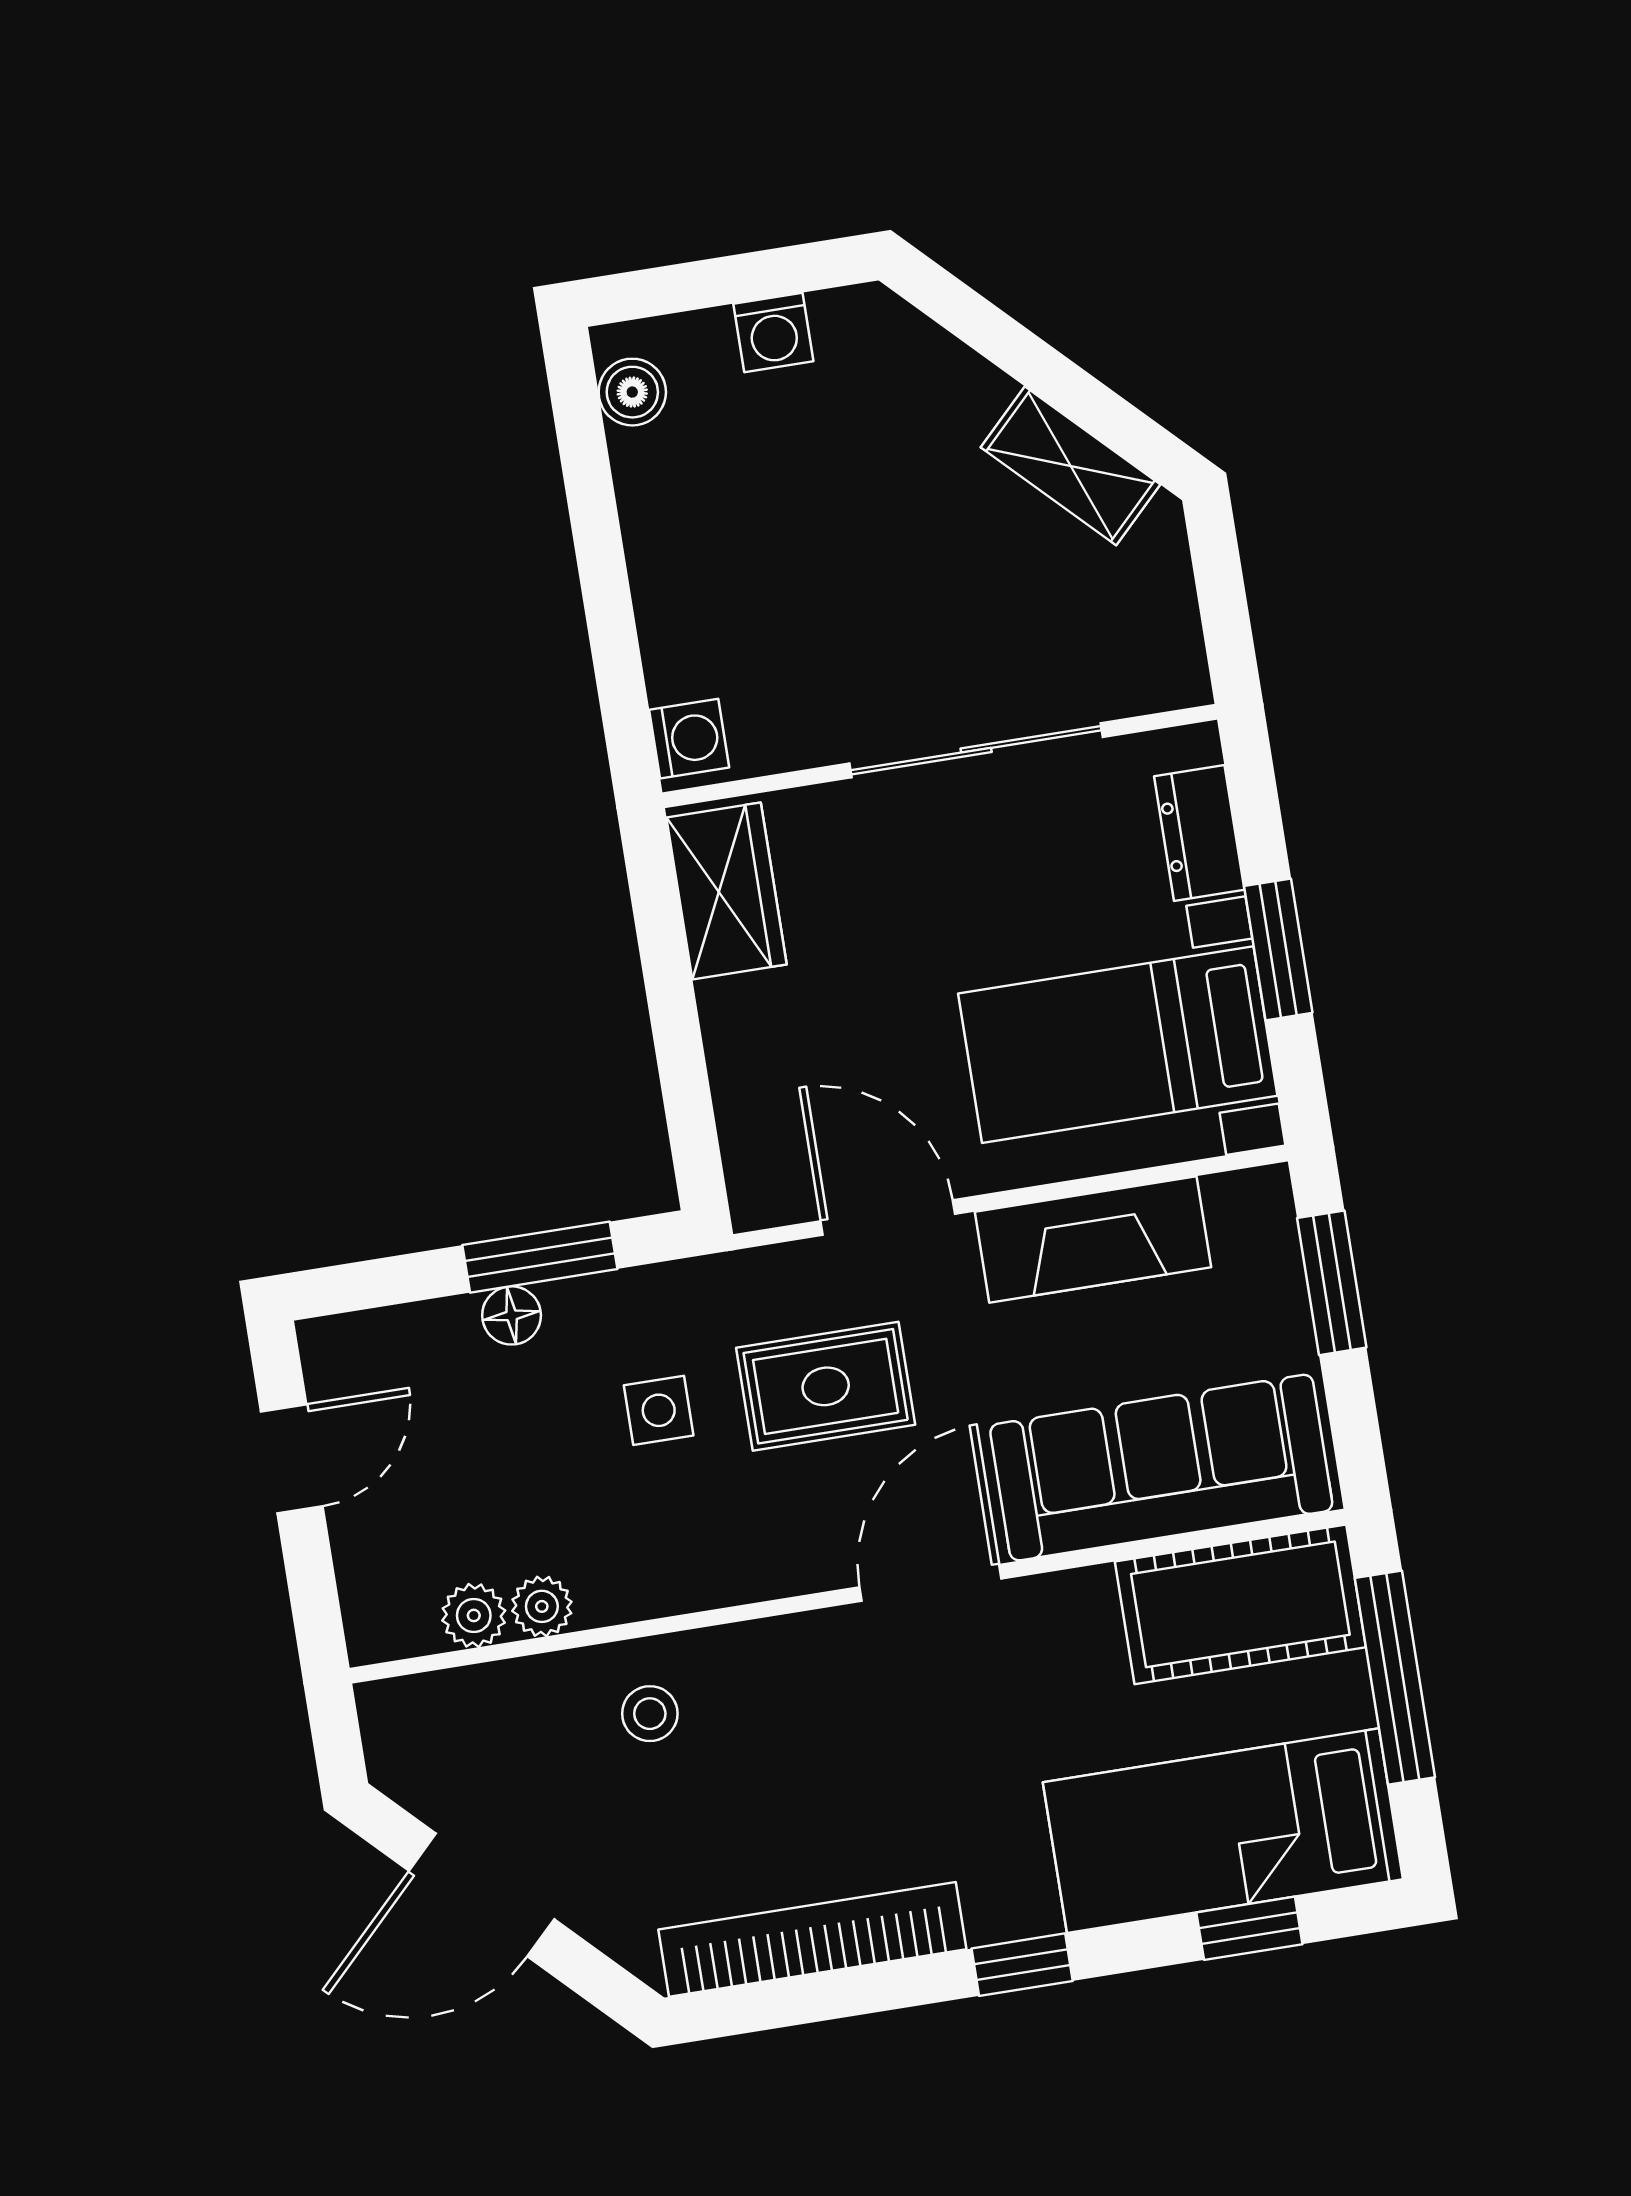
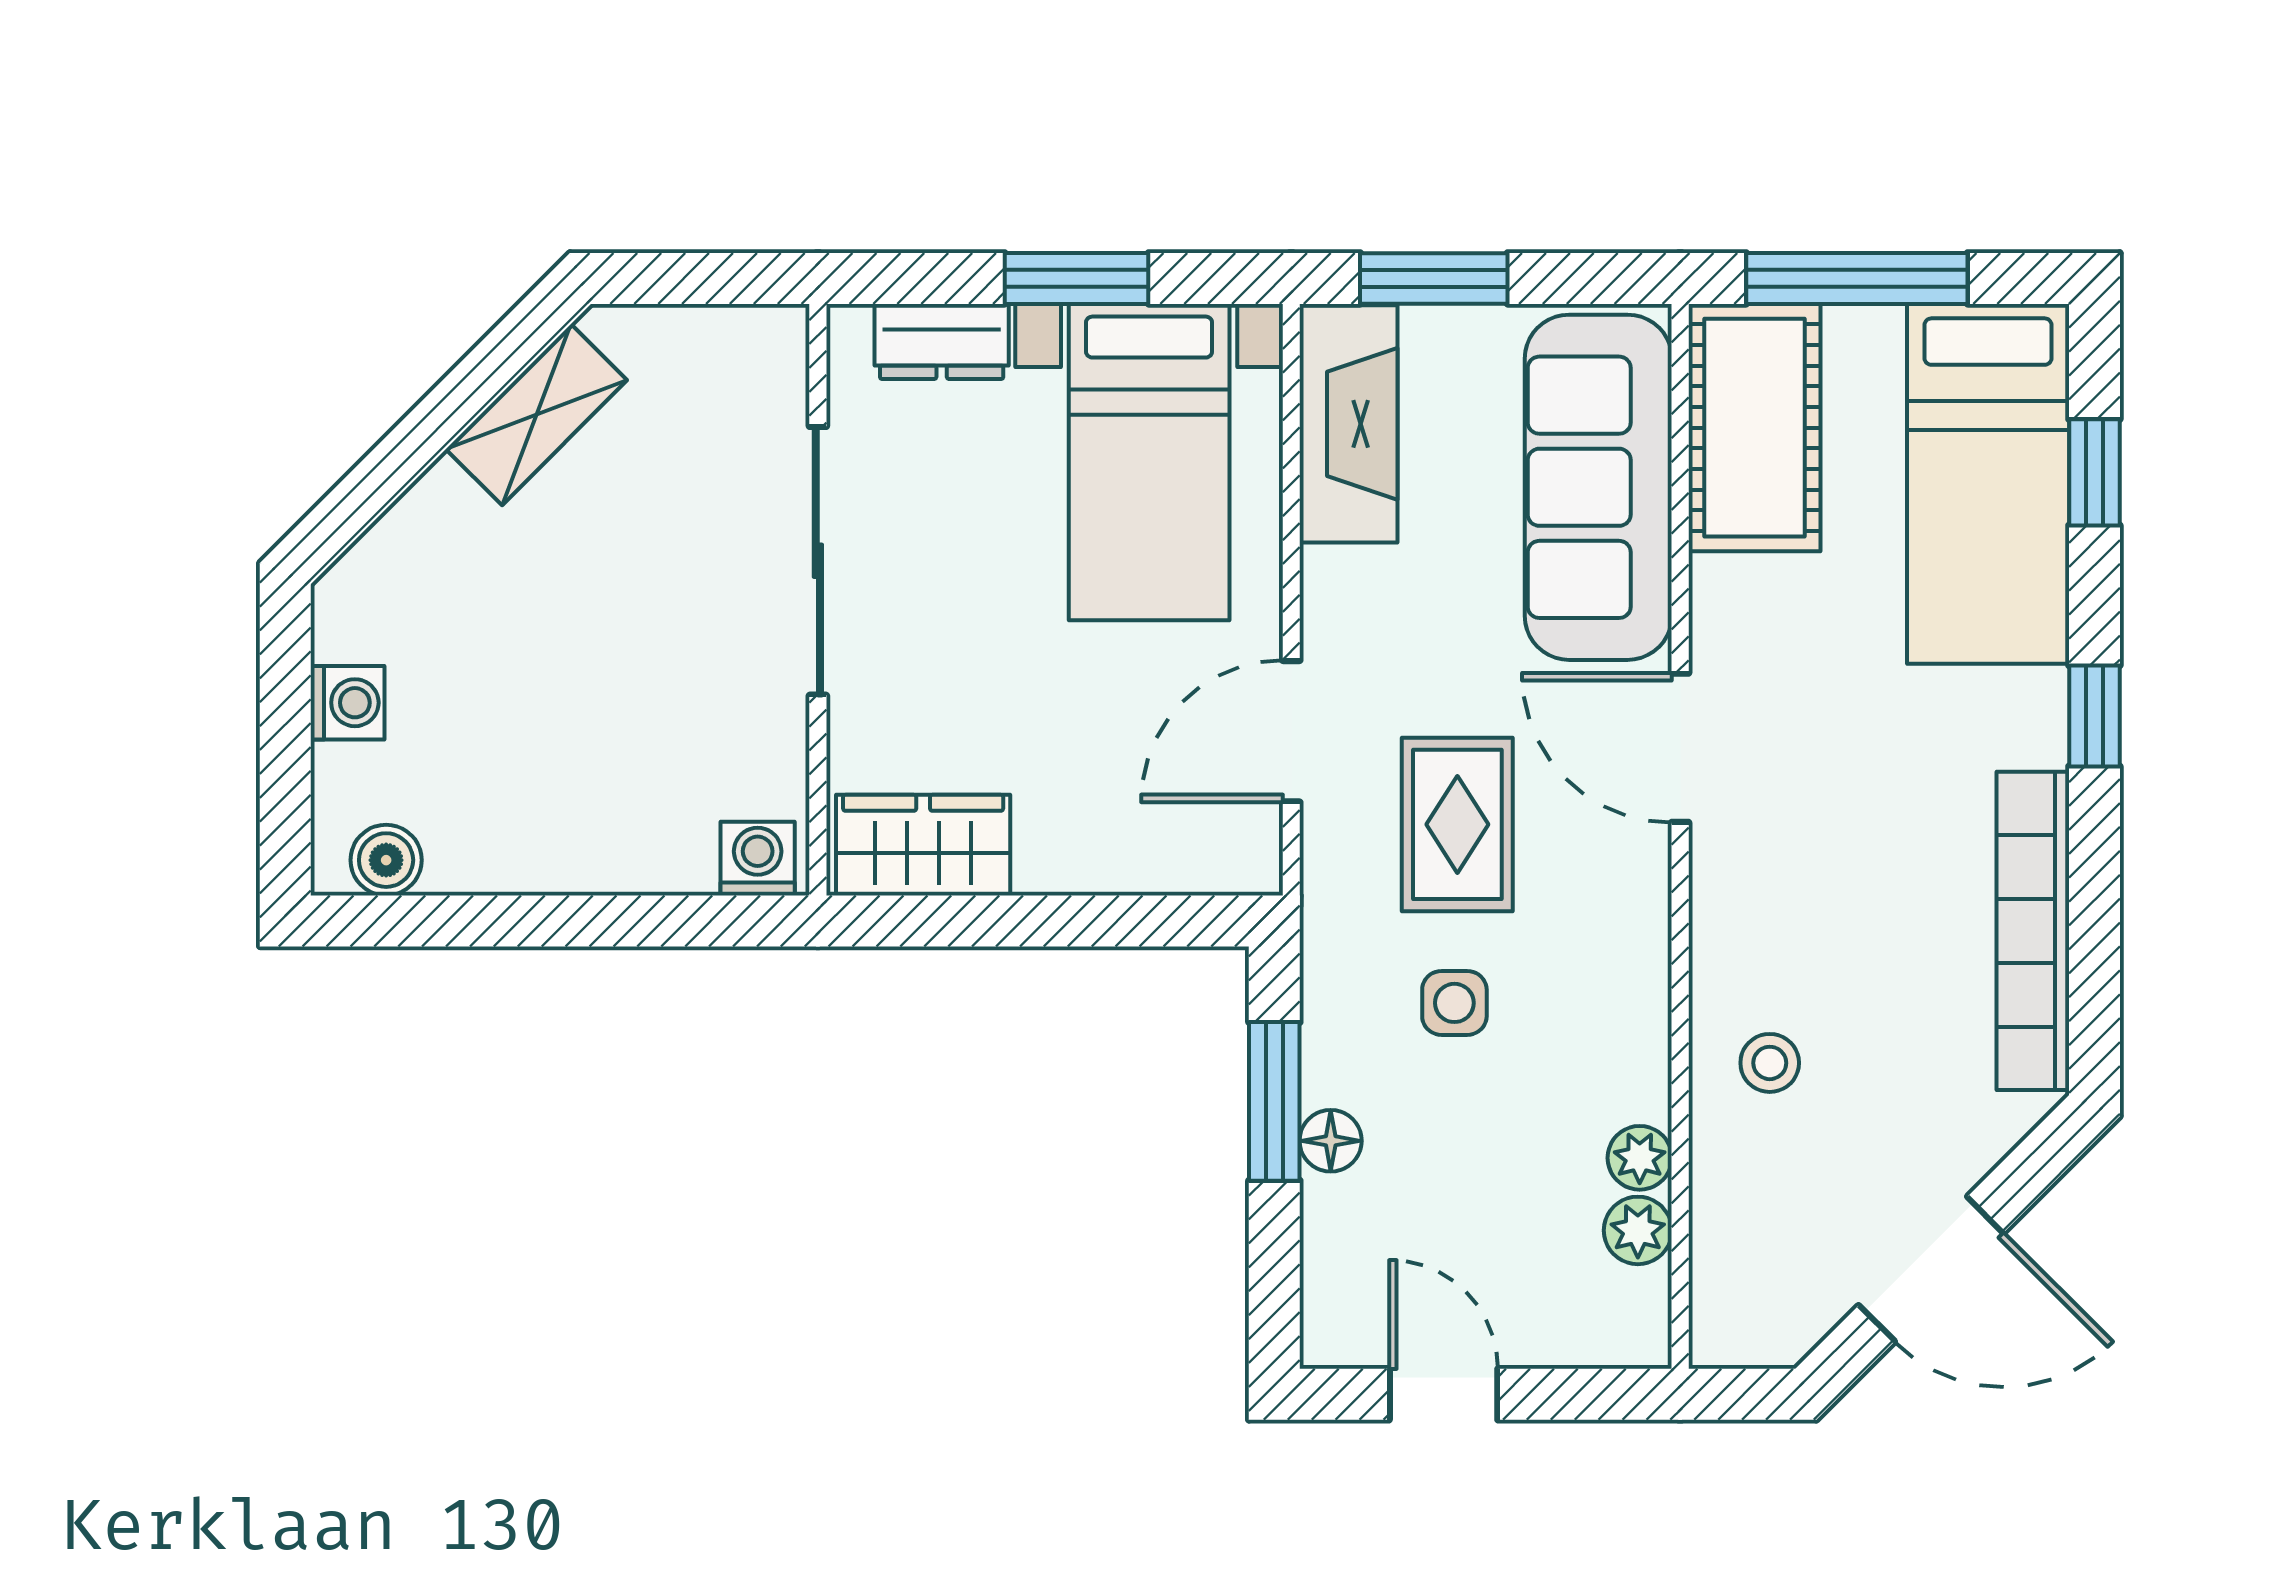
fireplace: (1093, 1239) -> (1349, 424), moved
door: (482, 1895) -> (1931, 1269), hinge flipped

